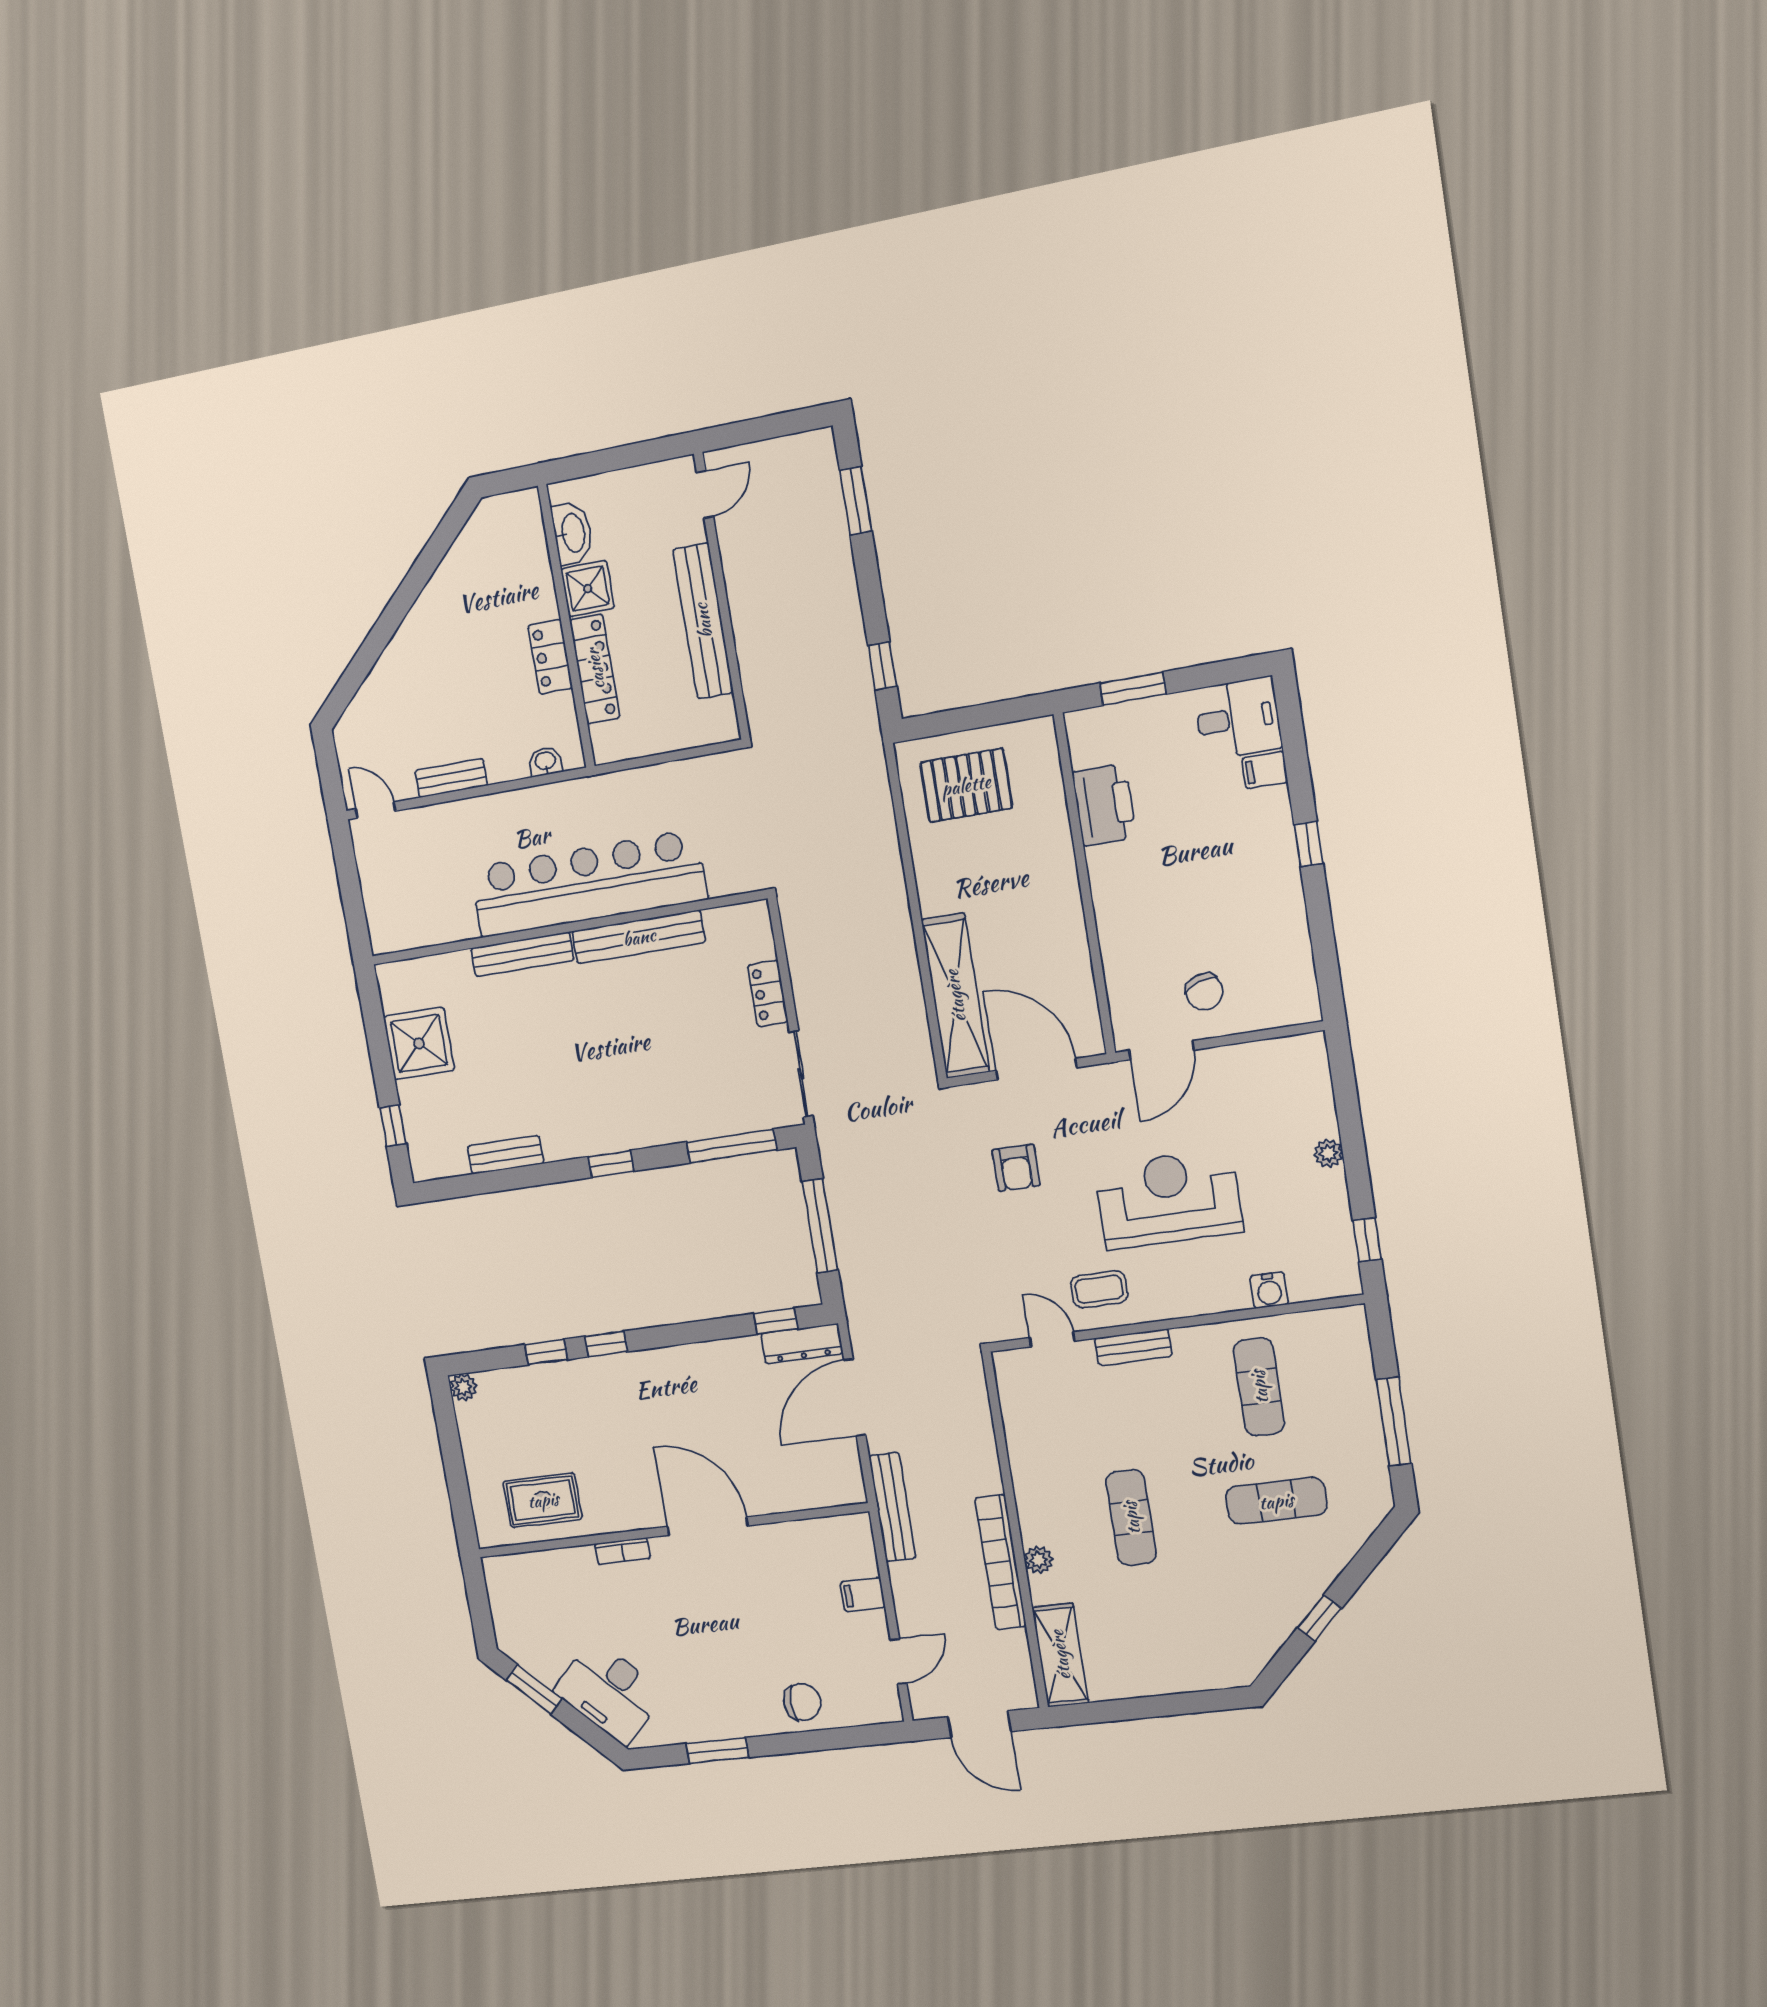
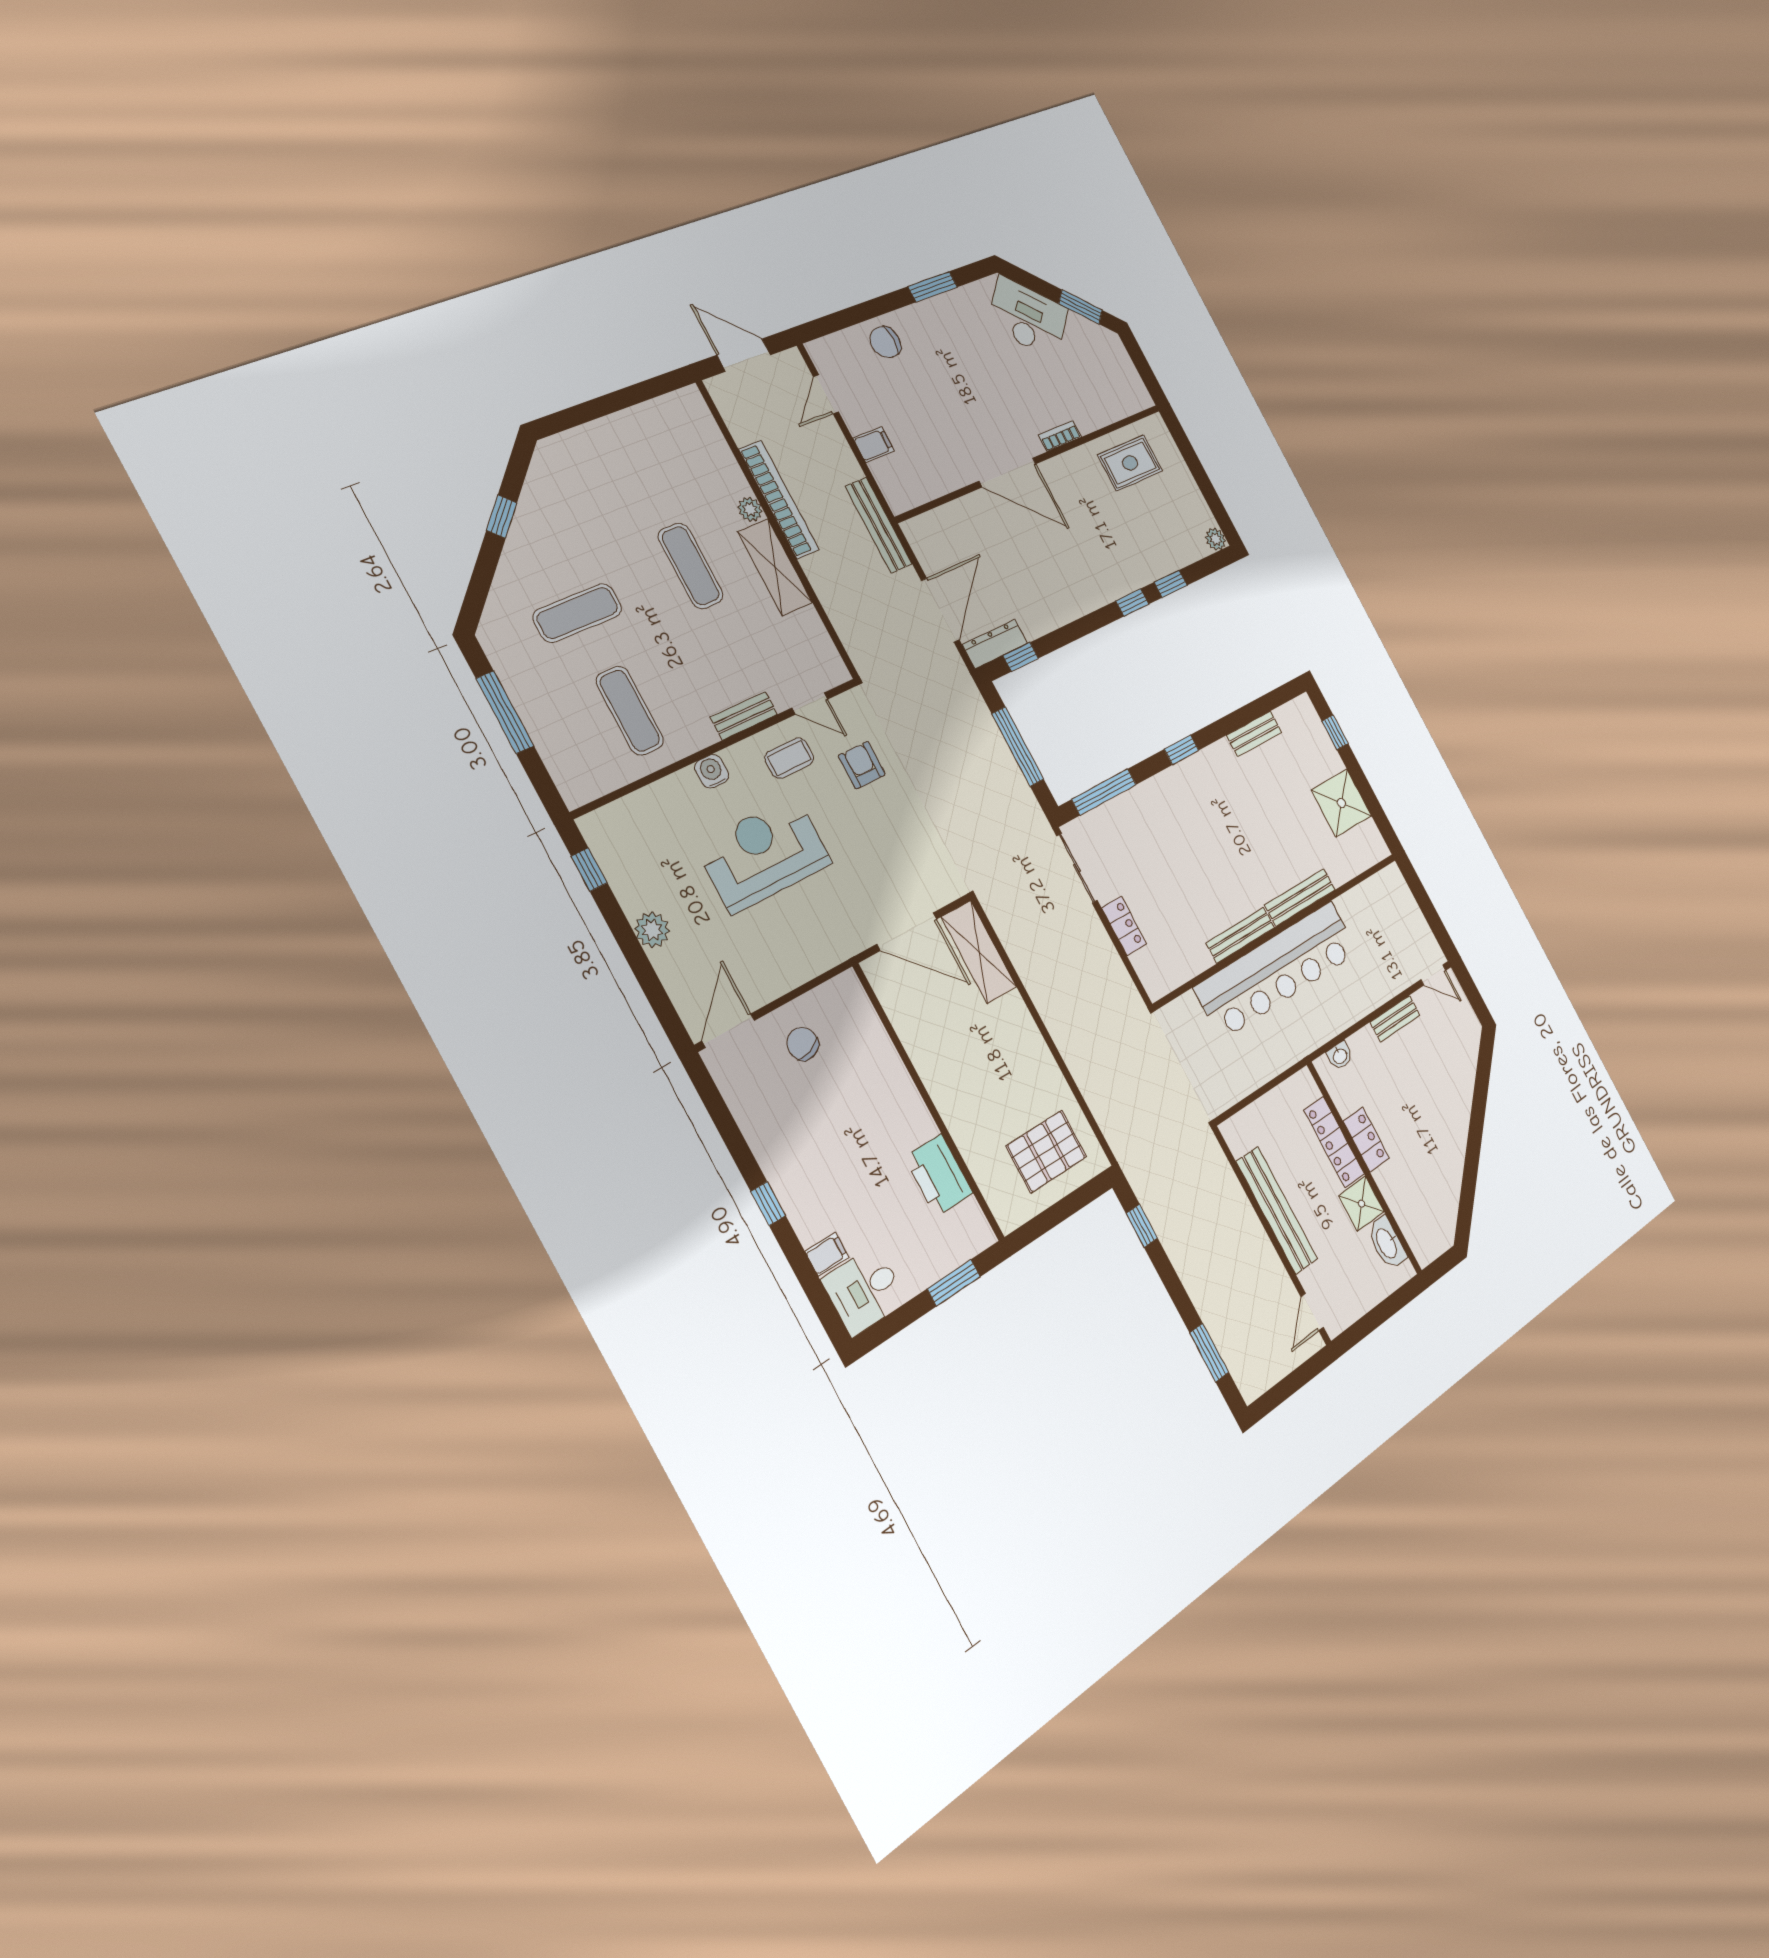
bench: (639, 937) -> (1240, 935), width x0.73, depth x0.82
shelving: (955, 996) -> (979, 952), width x0.68
door: (1162, 1050) -> (728, 1031), moved
plant: (1328, 1153) -> (652, 930), width x1.38, depth x1.38
armchair: (1016, 1168) -> (862, 765), moved
reception desk: (1169, 1199) -> (764, 854), turned 180
water cooler: (1269, 1290) -> (712, 771), moved
shelving: (1060, 1655) -> (775, 567), moved

